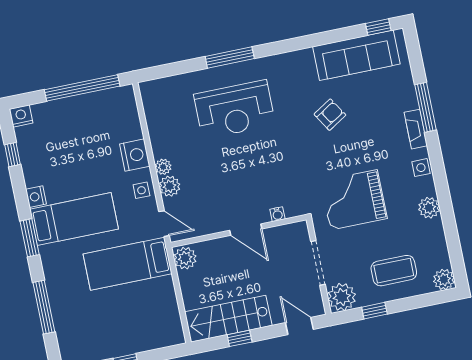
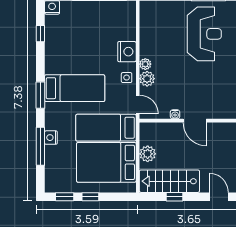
reception desk: (235, 109) -> (204, 34), turned -90
nightstand: (36, 197) -> (51, 138), moved
water cooler: (277, 214) -> (175, 114), moved
plant: (185, 258) -> (148, 154), moved
bed: (138, 311) -> (106, 162), added

